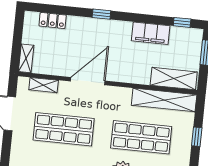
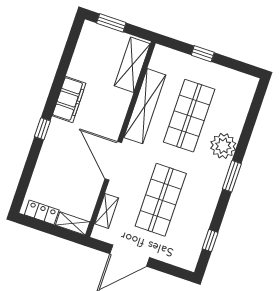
locker: (53, 21) -> (42, 212), moved, turned -90
window: (182, 22) -> (72, 41), removed
filing cabinet: (151, 33) -> (69, 100), moved
shelving: (164, 100) -> (145, 106), moved

